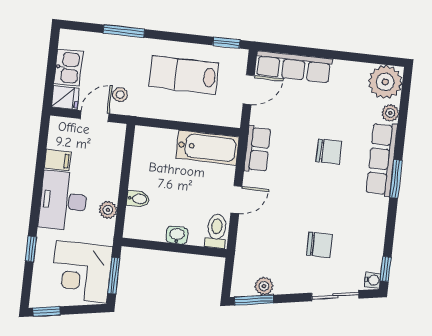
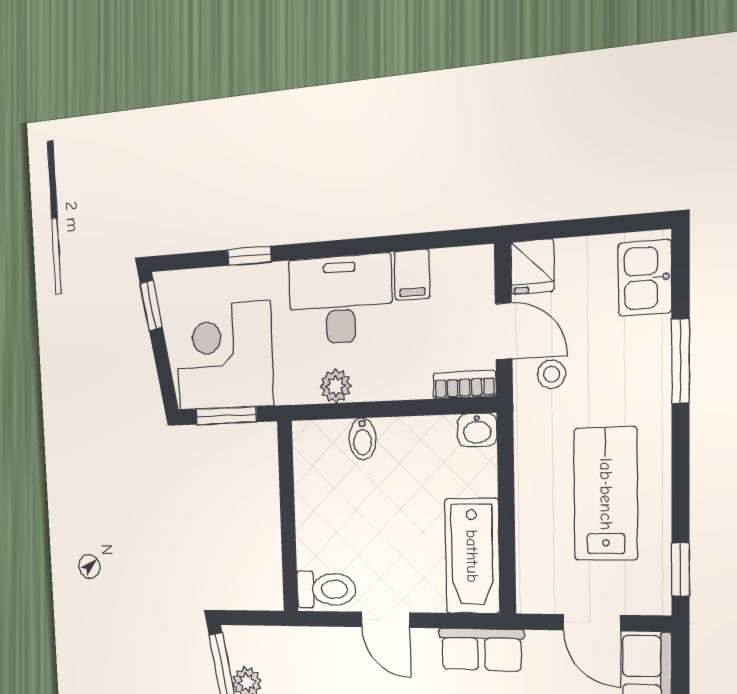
kitchen sink: (68, 68) -> (645, 278), moved, turned 90
bookcase: (118, 140) -> (465, 384), added
washbasin: (177, 235) -> (477, 430), moved, turned 90

